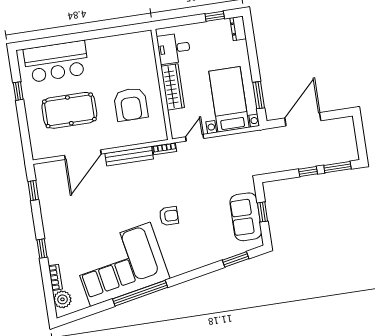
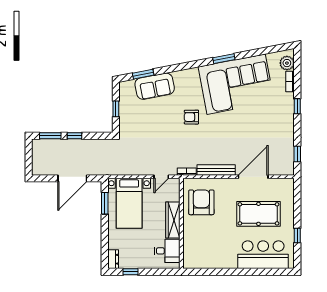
armchair: (131, 104) -> (201, 202), moved
sofa: (246, 217) -> (155, 86), moved, turned 79
window: (140, 293) -> (224, 59), width x0.47

